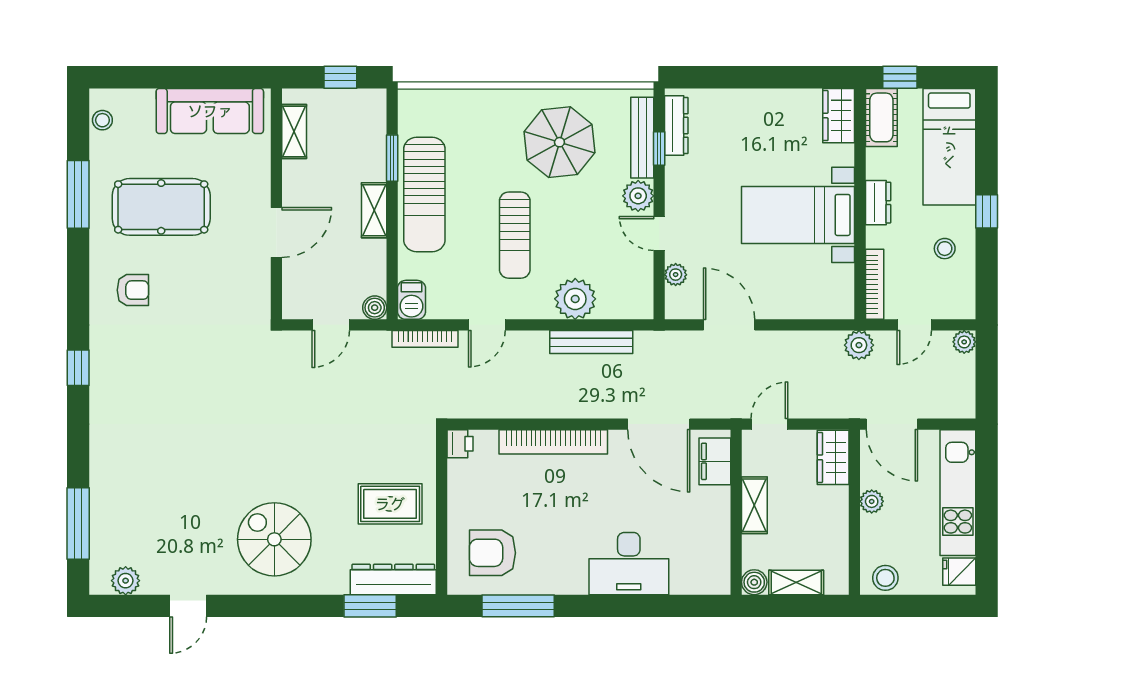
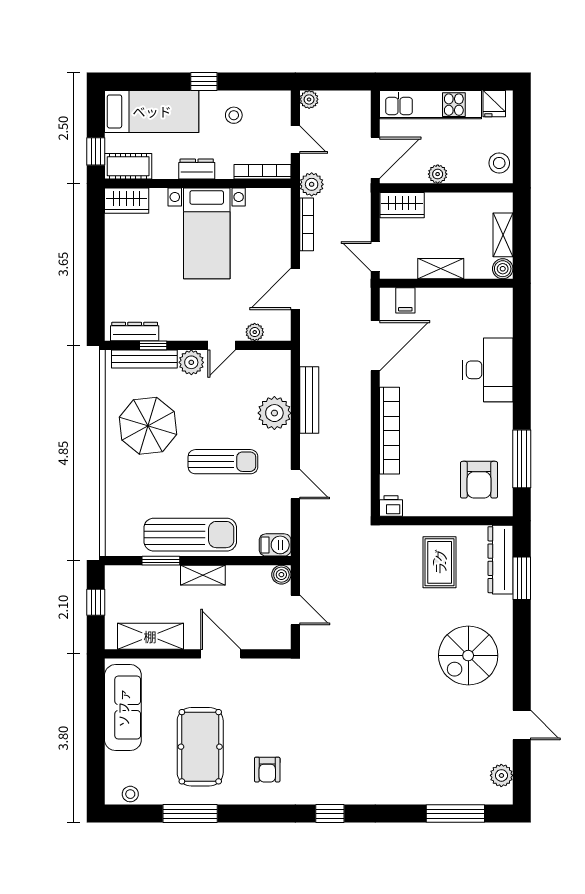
shelving: (294, 132) -> (150, 636), width x1.50, depth x1.33
armchair: (133, 290) -> (267, 770), turned 180
bookcase: (425, 339) -> (307, 224), moved
filing cabinet: (715, 461) -> (405, 300), width x0.50

